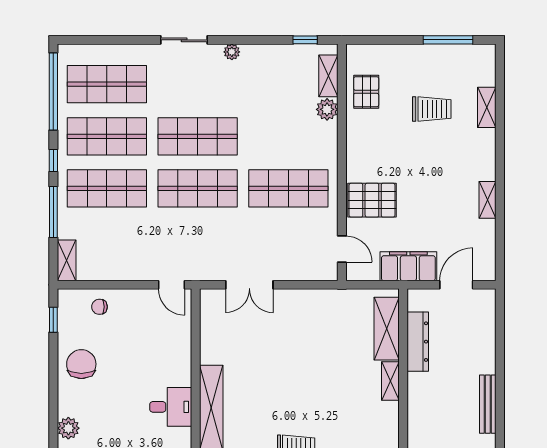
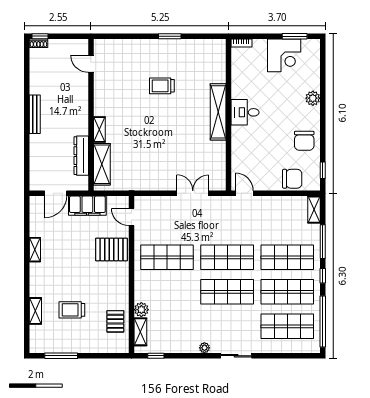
chair: (99, 307) -> (292, 179), width x1.87, depth x1.87

